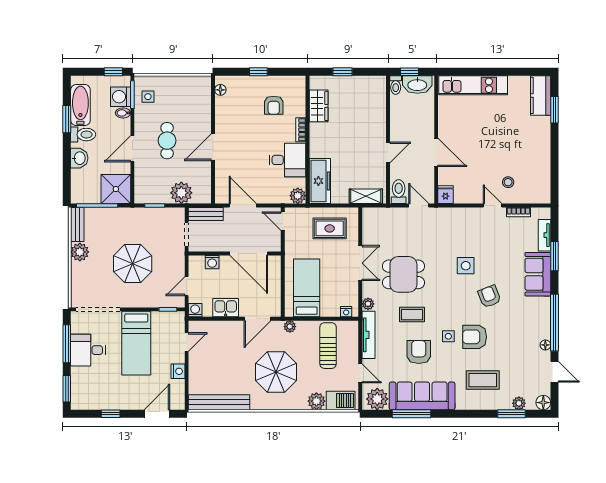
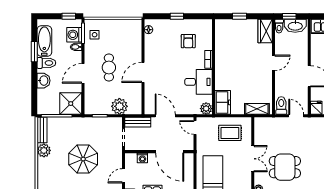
wardrobe: (319, 106) -> (265, 31), moved, turned 180
door: (388, 152) -> (273, 63), moved
freezer: (320, 181) -> (223, 102), width x0.71

